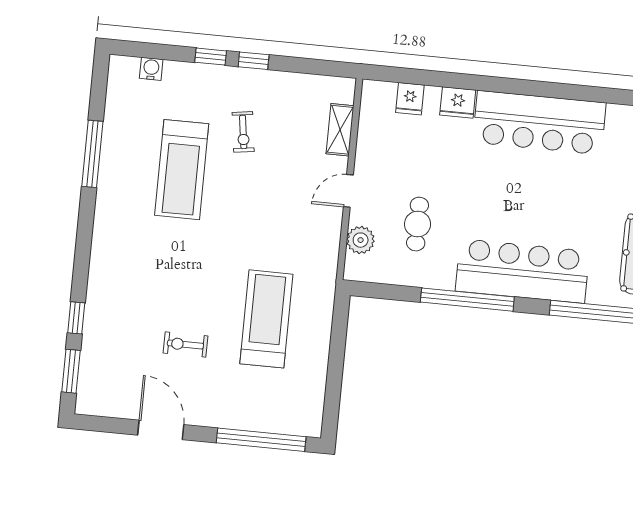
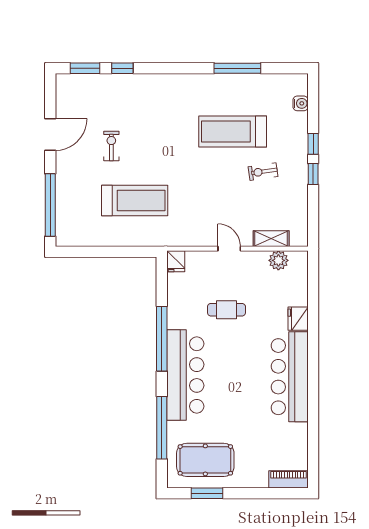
fridge: (410, 99) -> (176, 261), moved, turned -90
cafe table: (418, 224) -> (226, 310), moved
plant: (361, 240) -> (278, 260), moved

